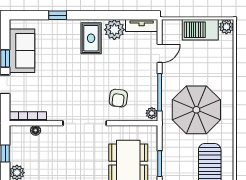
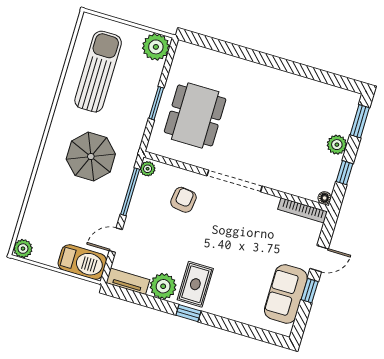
window: (58, 15) -> (188, 313), moved
barbecue: (200, 30) -> (82, 262), moved
parasol: (196, 110) -> (91, 157), width x0.73, depth x0.73
floor lamp: (36, 130) -> (325, 198), moved

